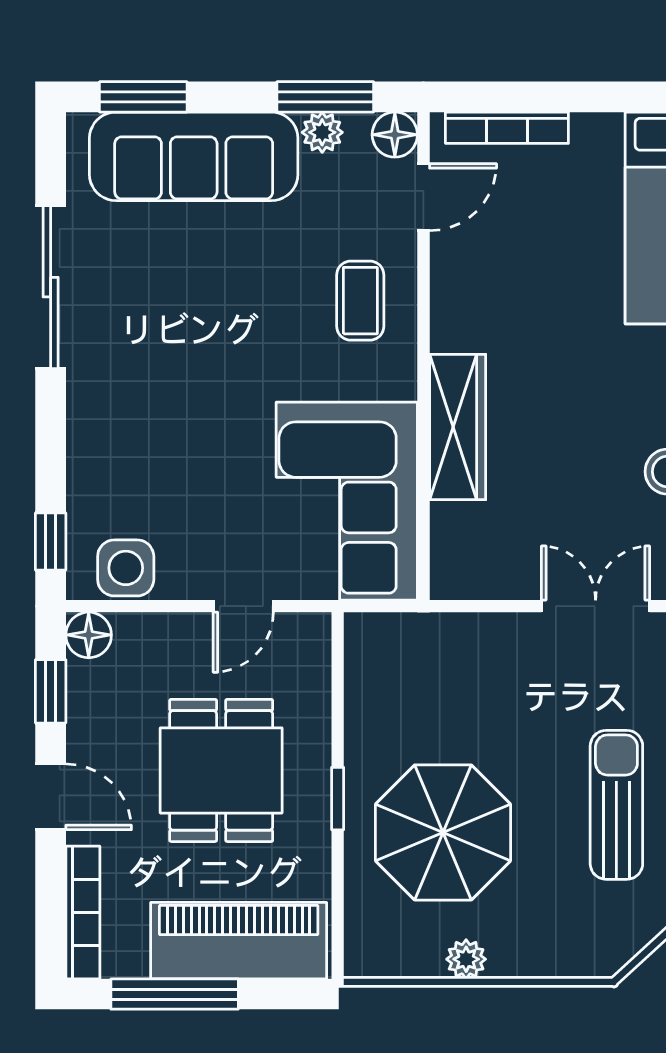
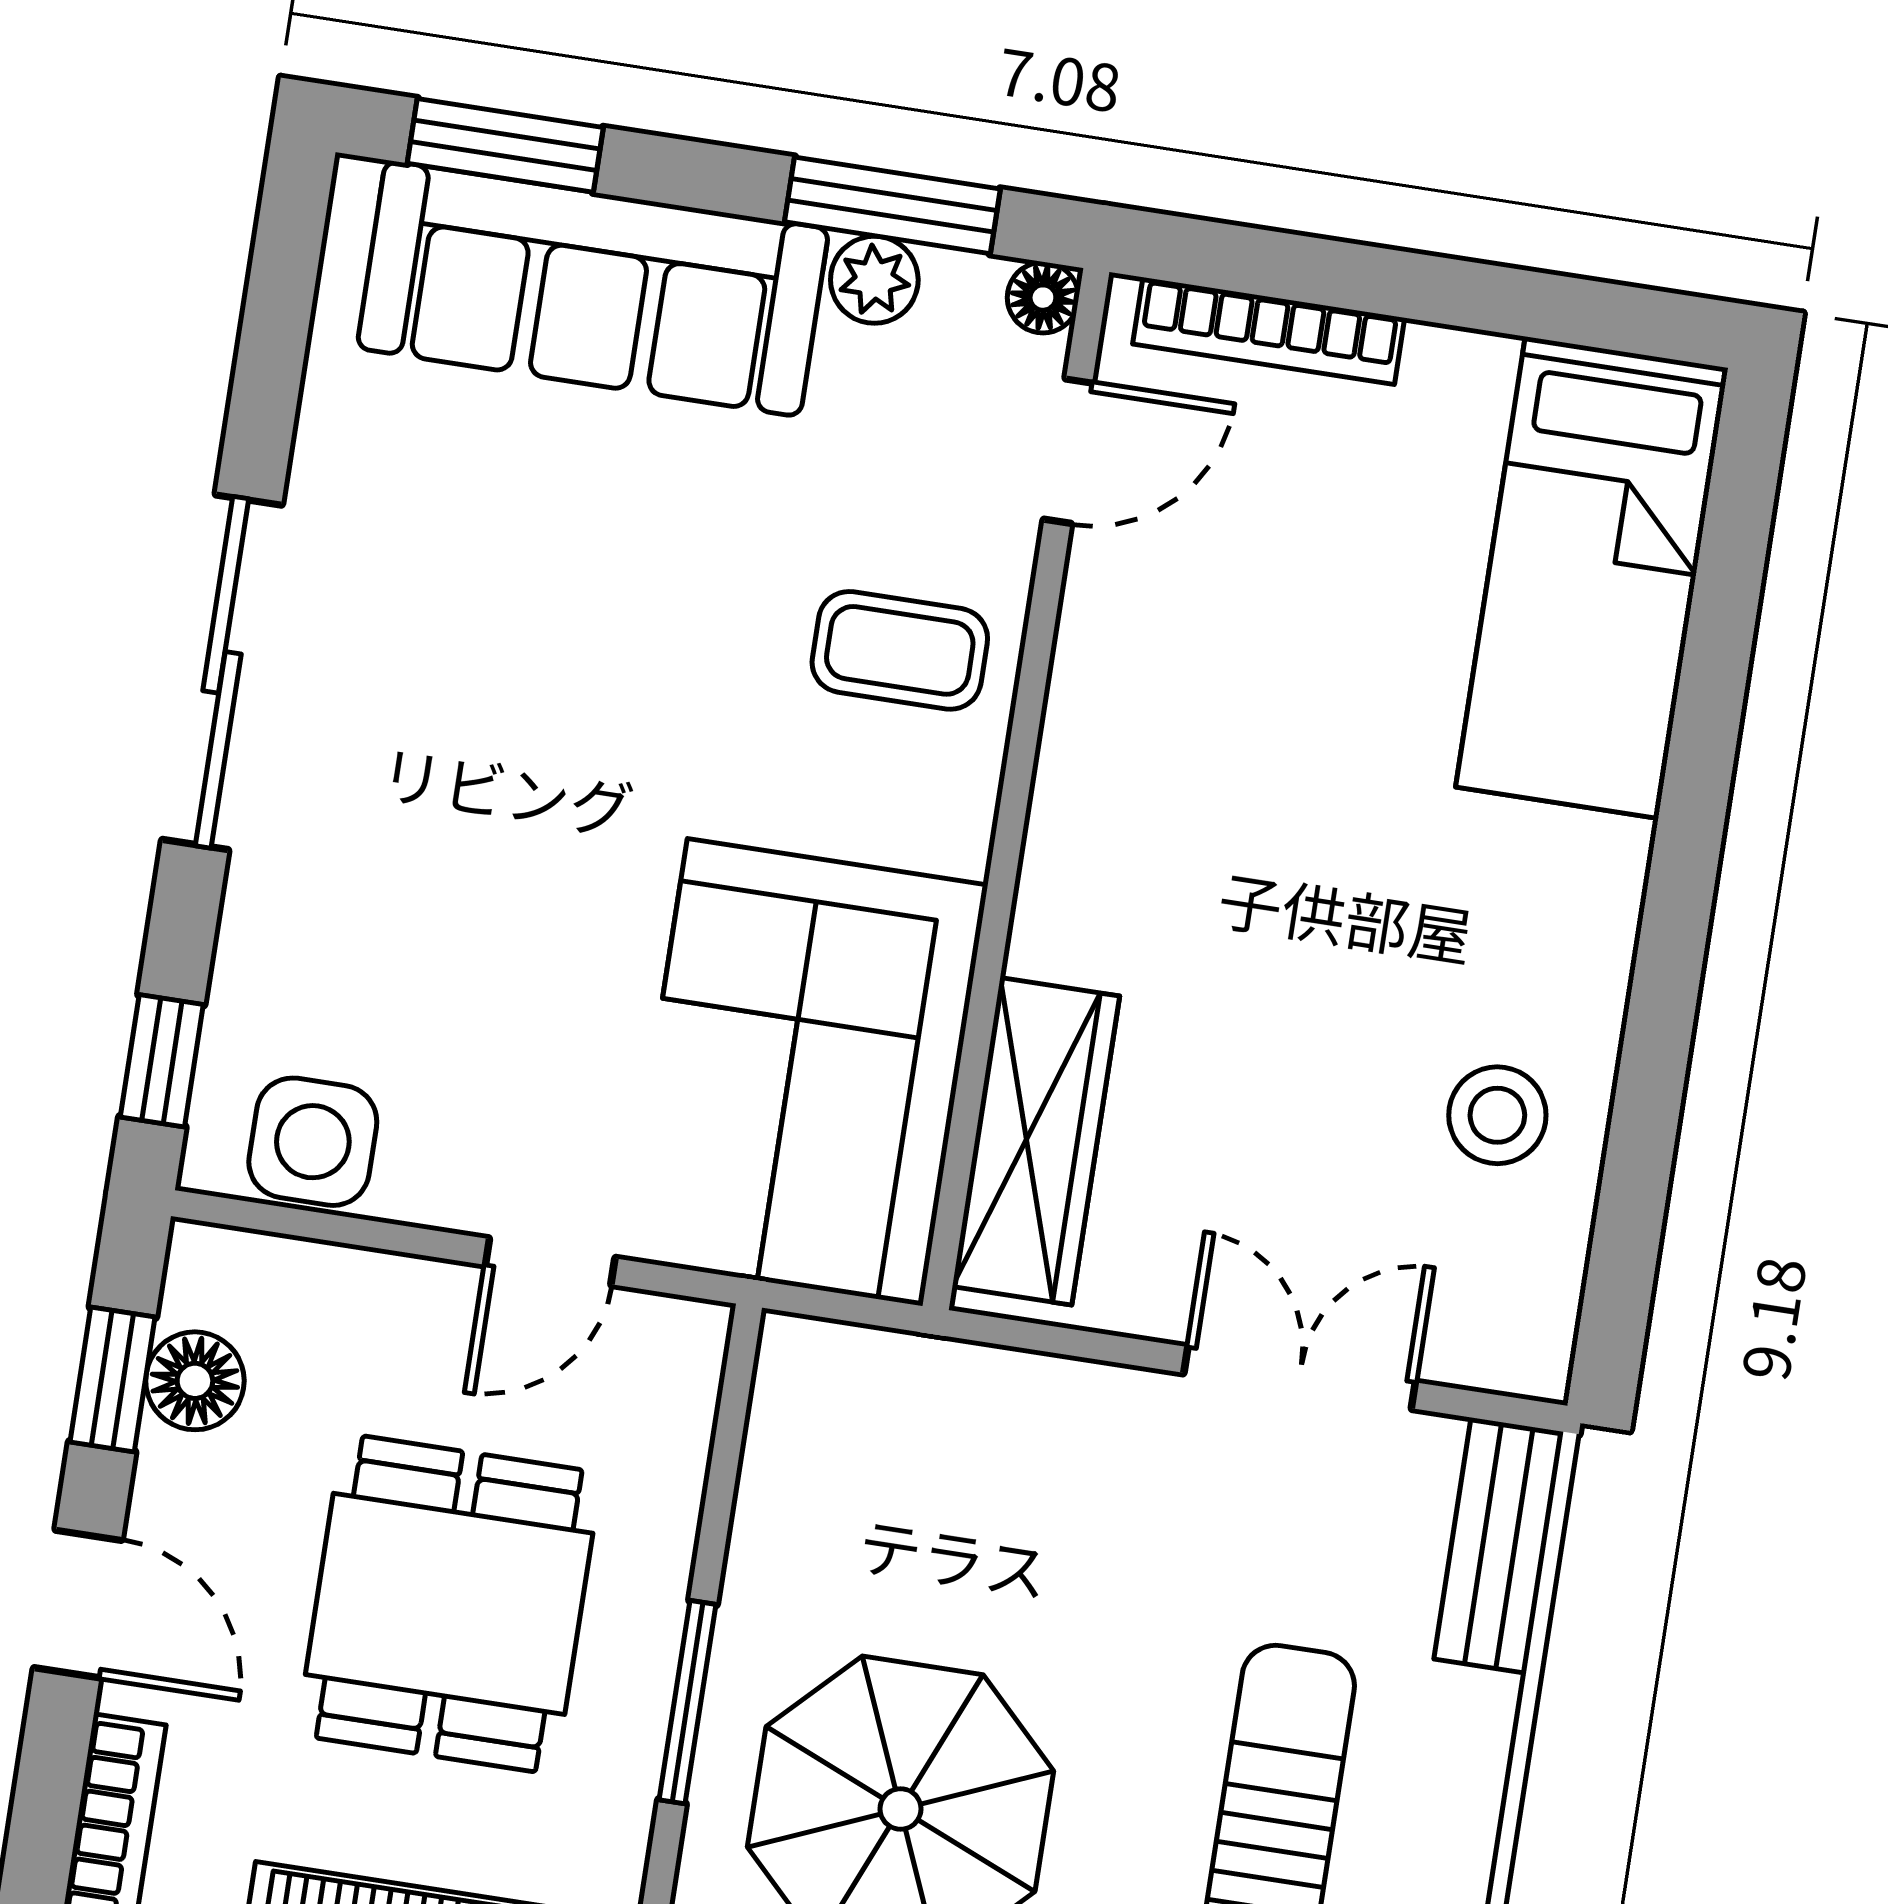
floor lamp: (395, 135) -> (1043, 298), width x0.73, depth x0.73
sliding door: (51, 287) -> (222, 672), moved
coffee table: (360, 301) -> (900, 650), turned 90
wardrobe: (458, 427) -> (1036, 1141), moved
floor lamp: (89, 635) -> (195, 1381), moved
window: (338, 799) -> (688, 1702), width x1.50

